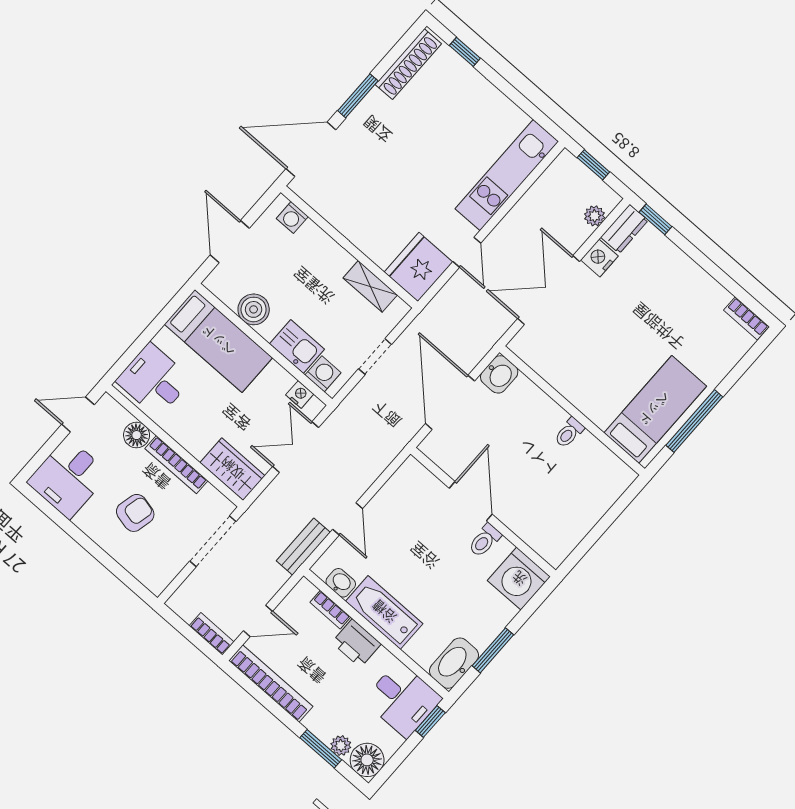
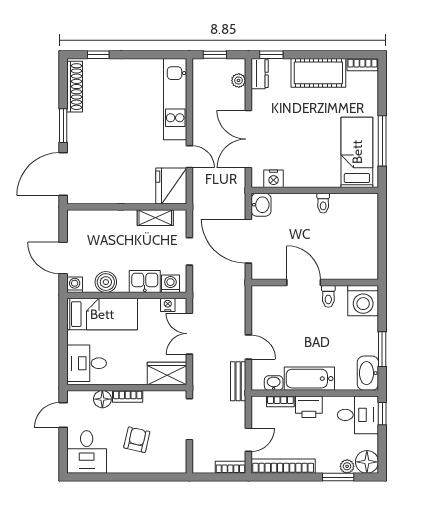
washing machine: (292, 218) -> (75, 285), moved, turned 180
nightstand: (599, 258) -> (274, 179), moved, turned -90
cot: (690, 285) -> (318, 73), added
bookcase: (176, 465) -> (128, 396), width x0.64

